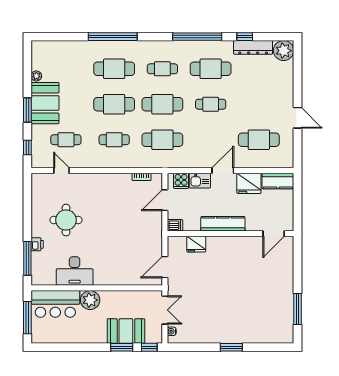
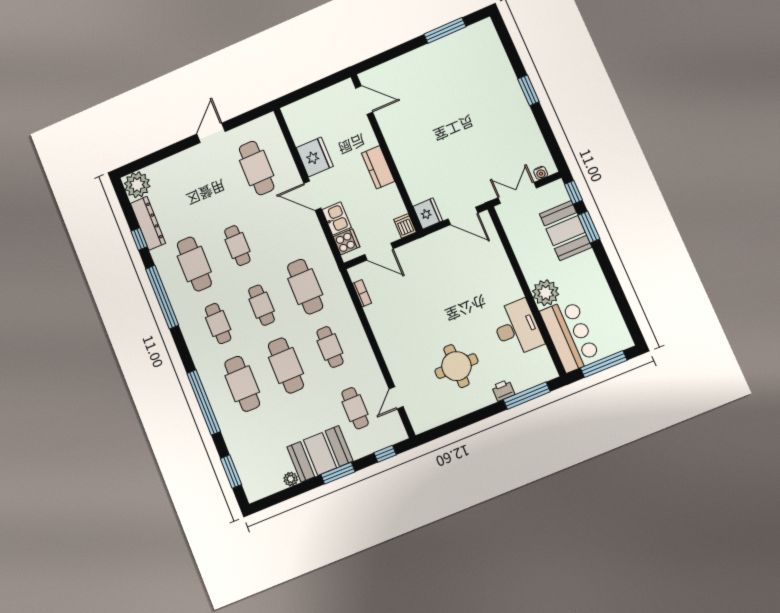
window: (58, 37) -> (231, 471), added
cafe table: (162, 104) -> (262, 305), width x0.73, depth x0.74
kitchen counter: (278, 181) -> (297, 123), removed
kitchen counter: (223, 224) -> (378, 167), width x0.67
fridge: (196, 244) -> (428, 214), moved

